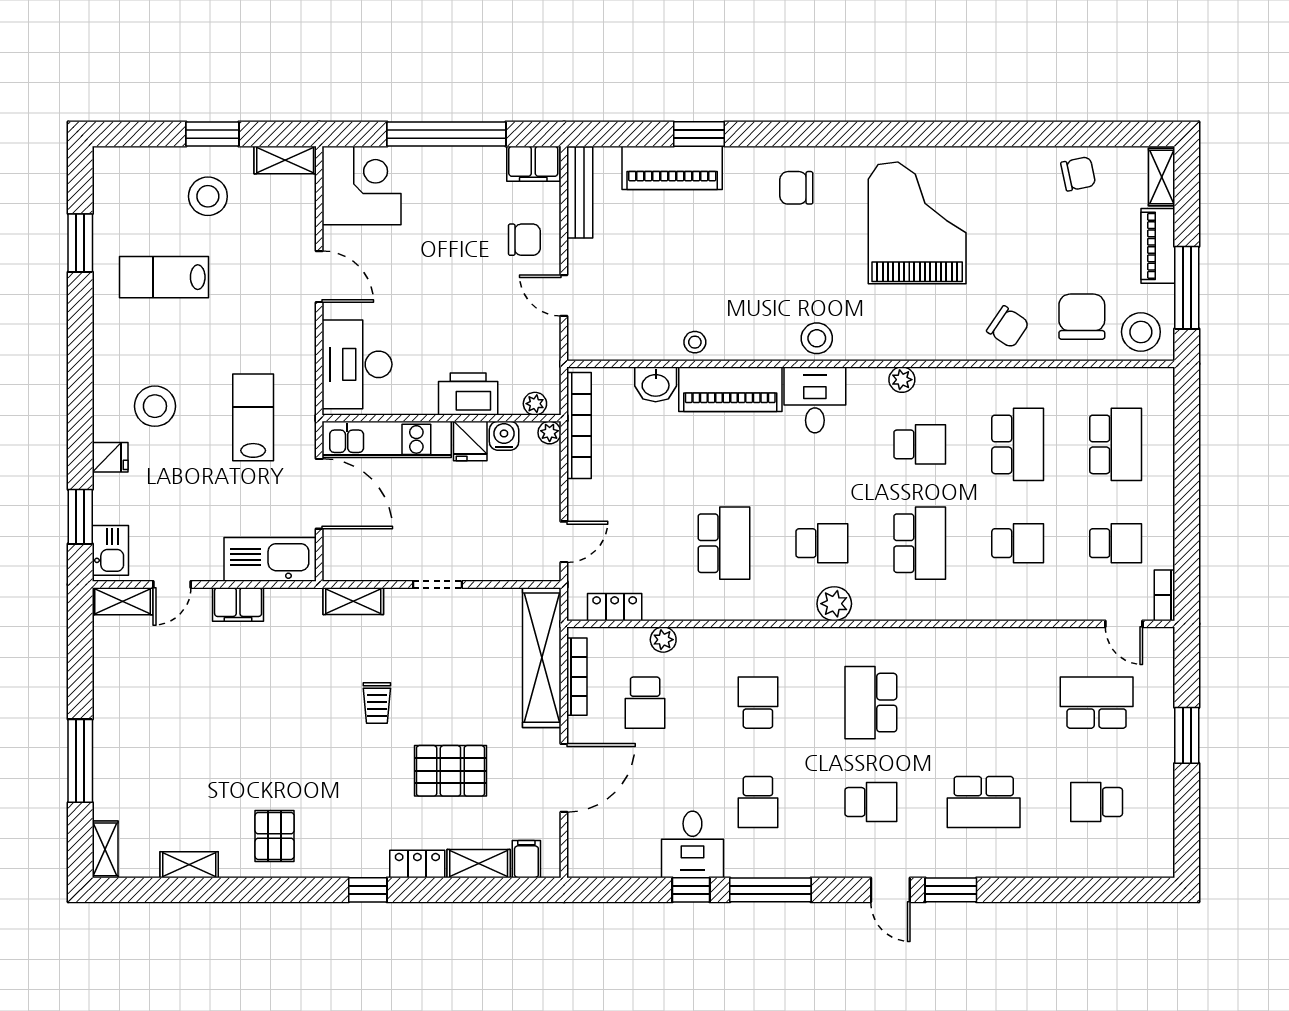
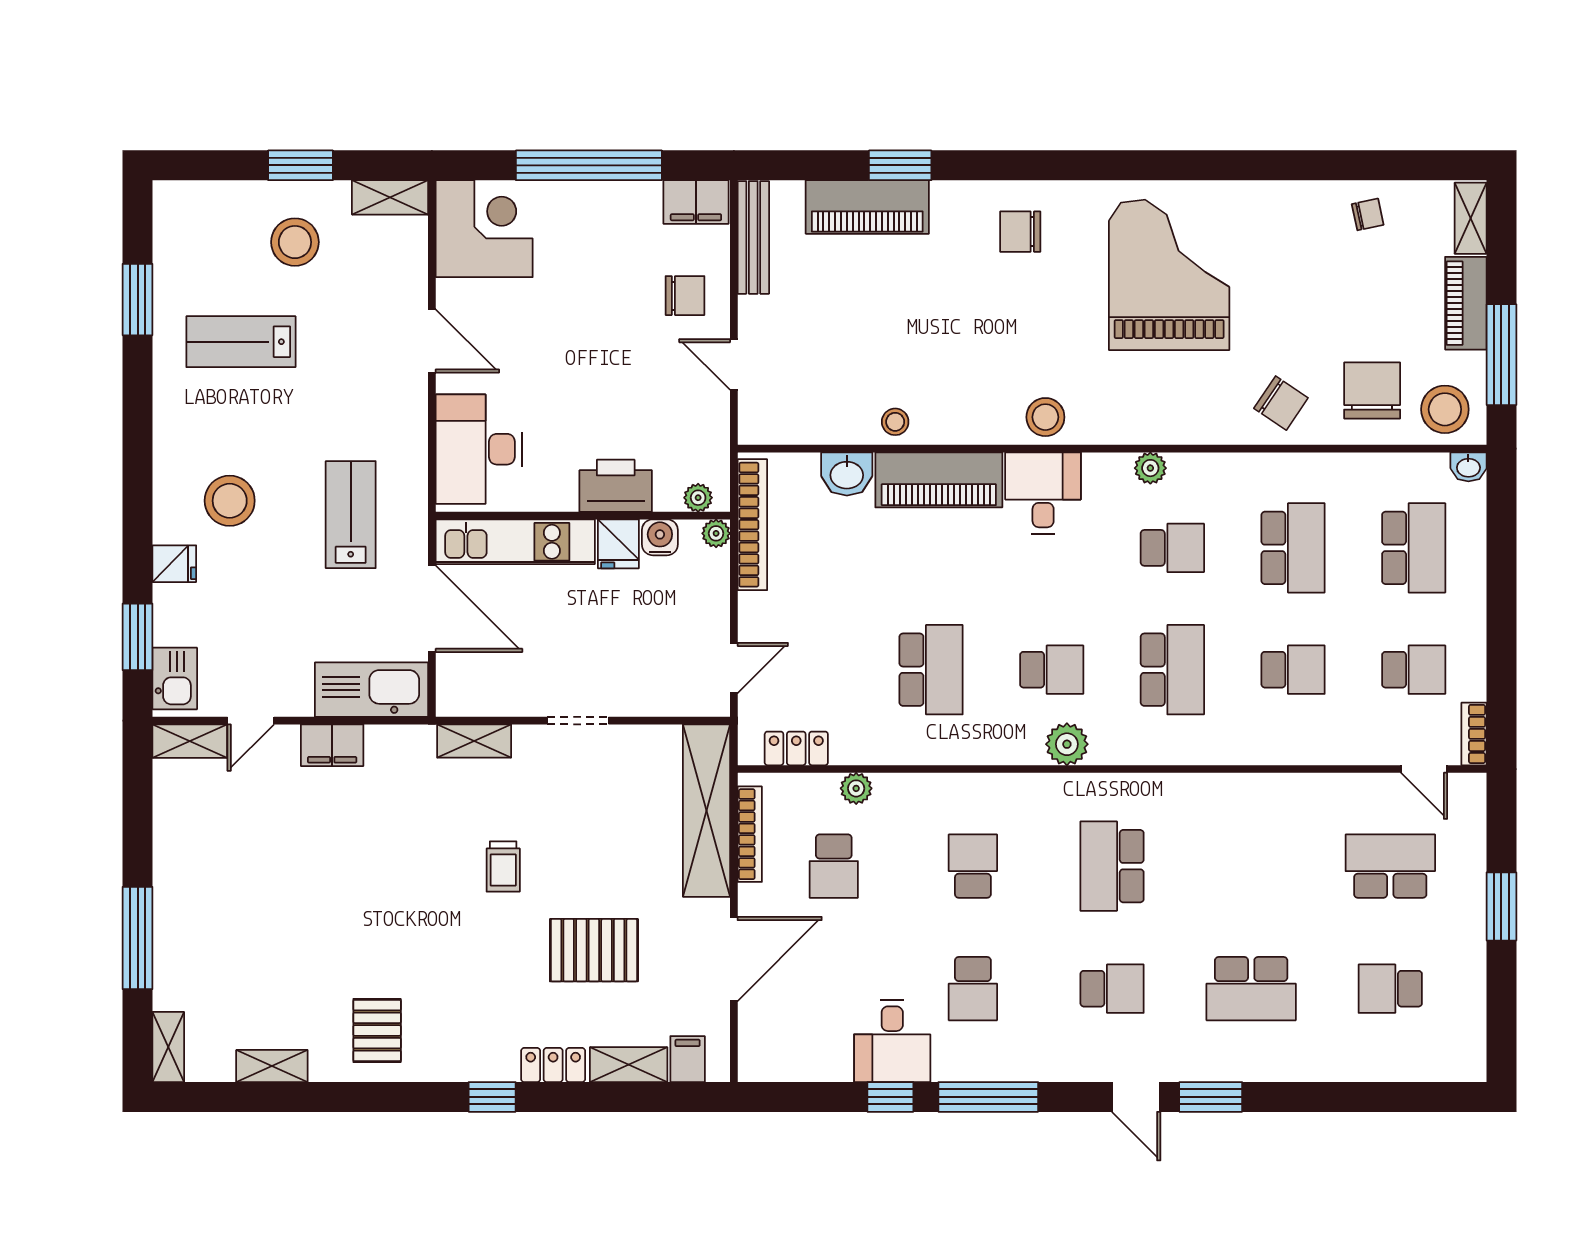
chair: (1078, 174) -> (1368, 214), width x0.73, depth x0.73
washbasin: (1160, 379) -> (1468, 467), added

